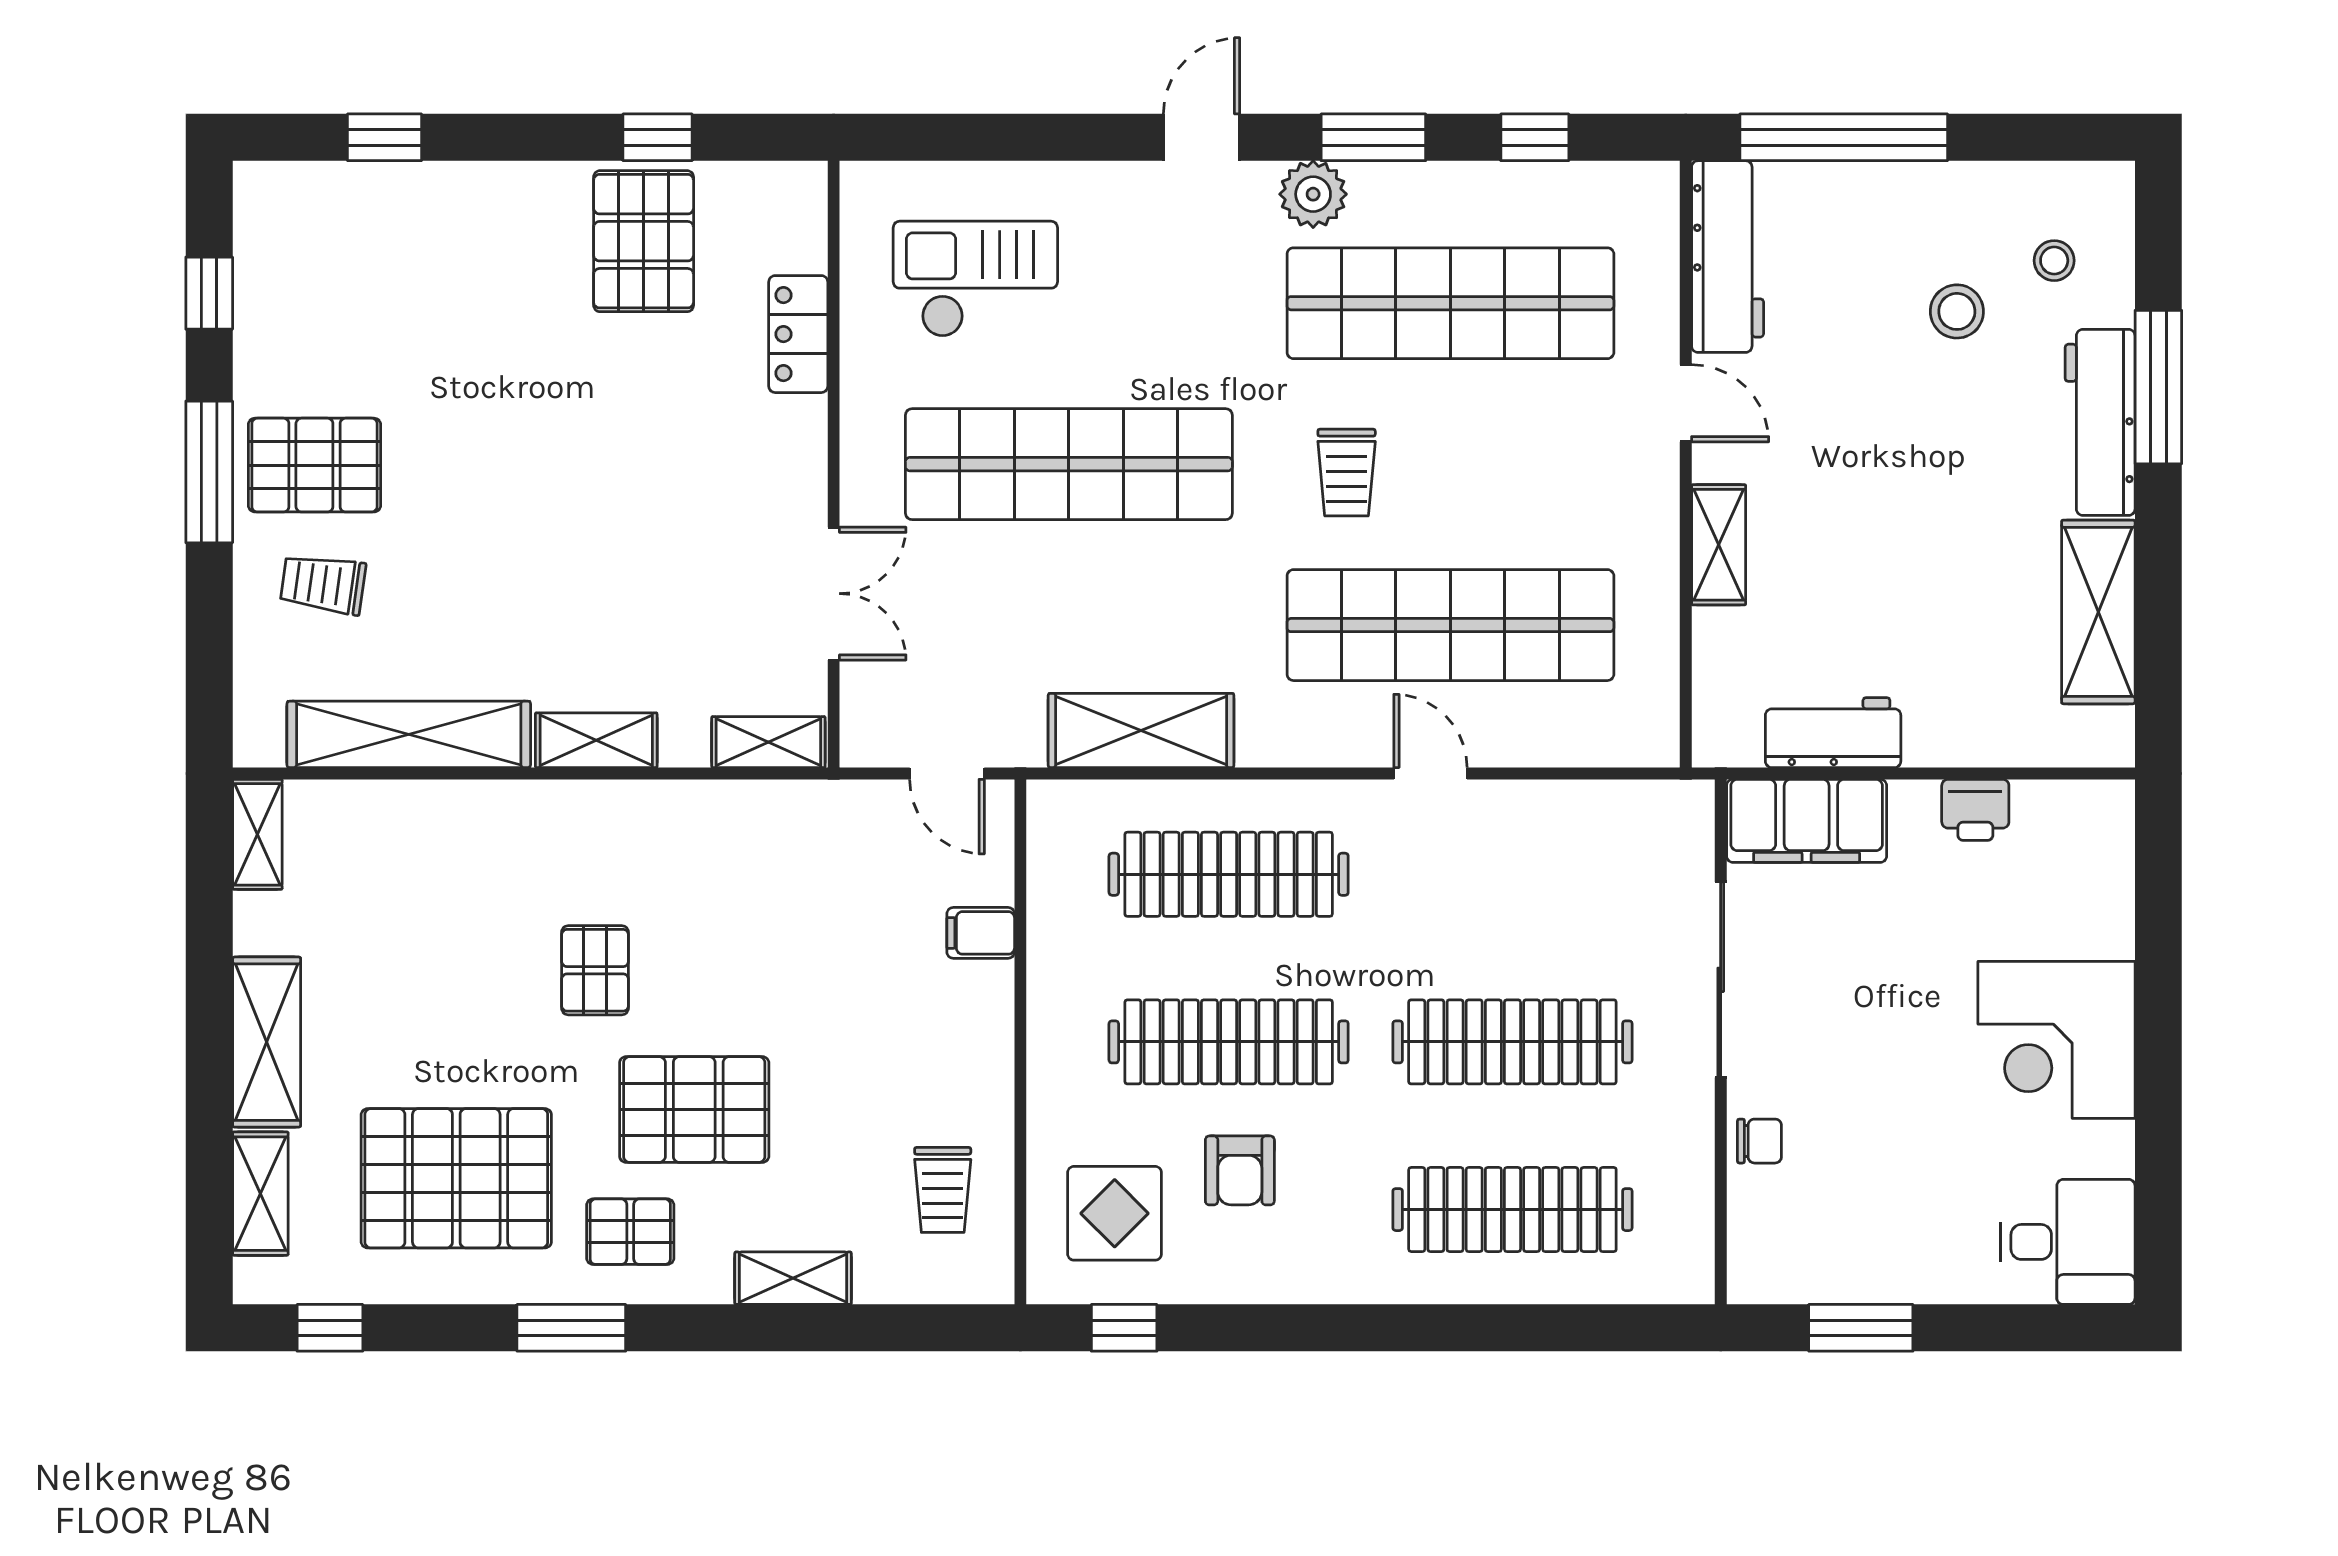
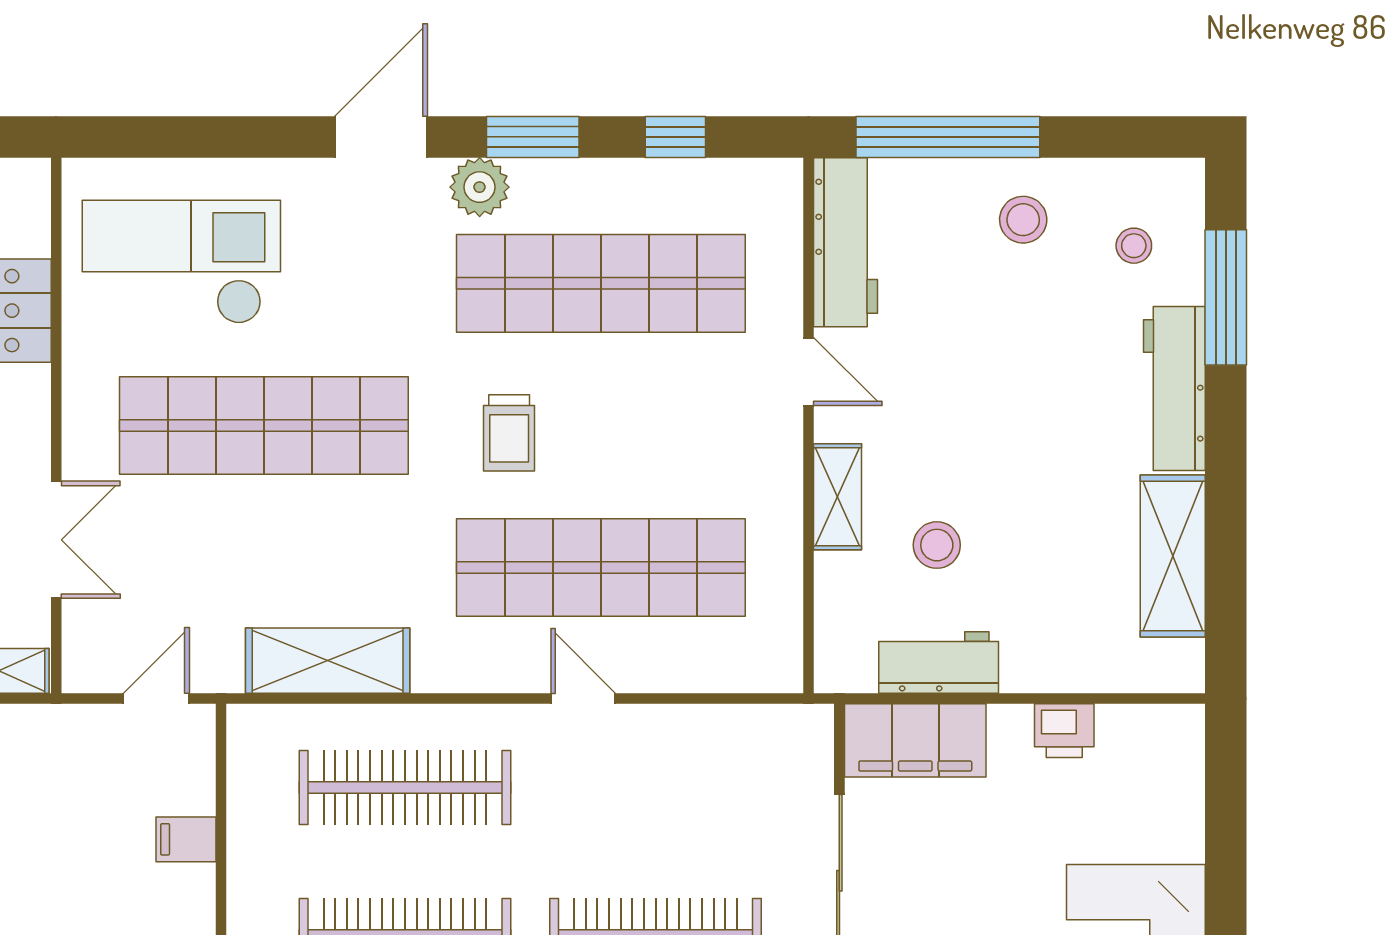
door: (1202, 137) -> (381, 137), width x1.38
checkout: (975, 279) -> (181, 262), width x1.36, depth x1.21
stool: (1957, 311) -> (1023, 220), moved
window: (2158, 387) -> (1226, 297), moved
stool: (1831, 600) -> (937, 545), added
door: (947, 773) -> (156, 699), swing flipped

